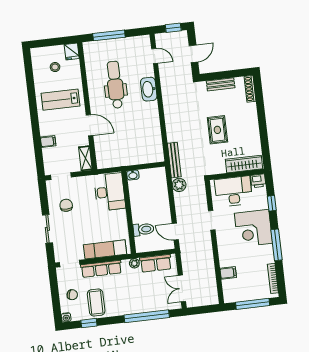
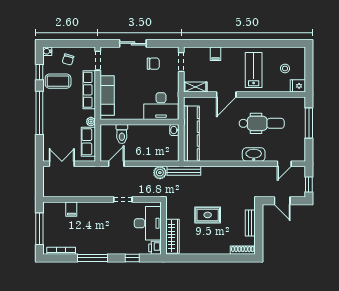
kitchen counter: (135, 157) -> (191, 134), added
corner desk: (253, 228) -> (111, 238), removed
window: (147, 316) -> (39, 113), moved

